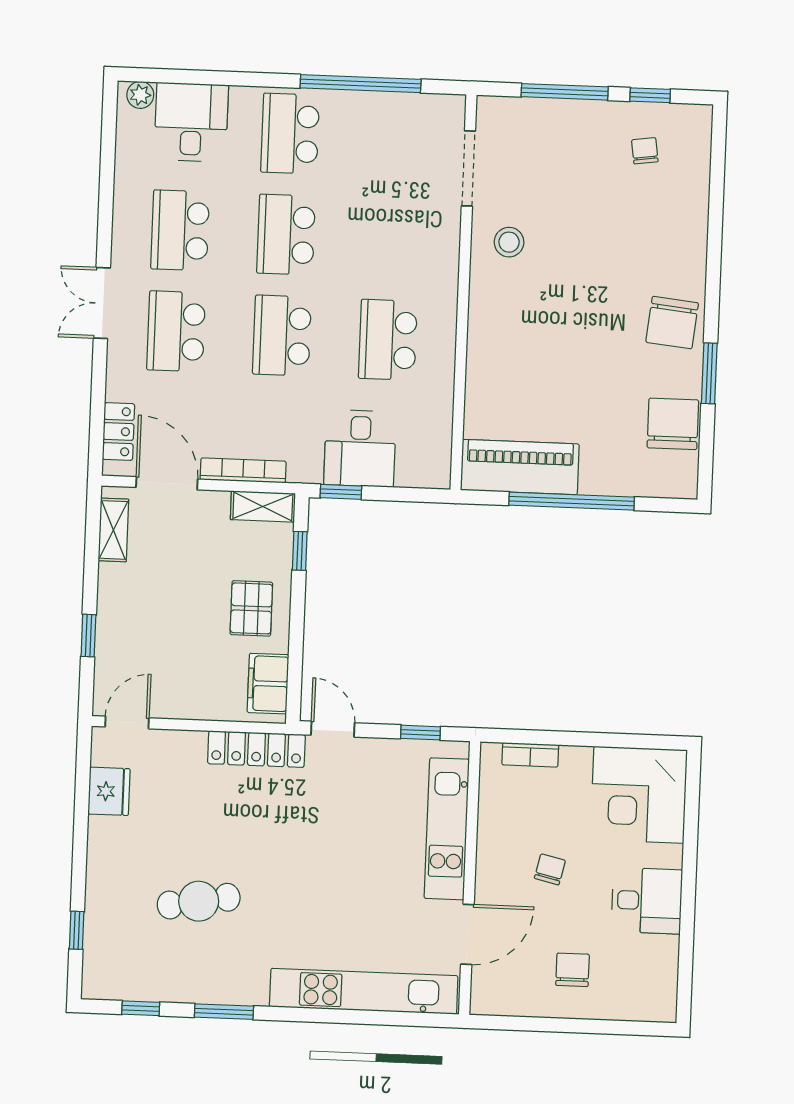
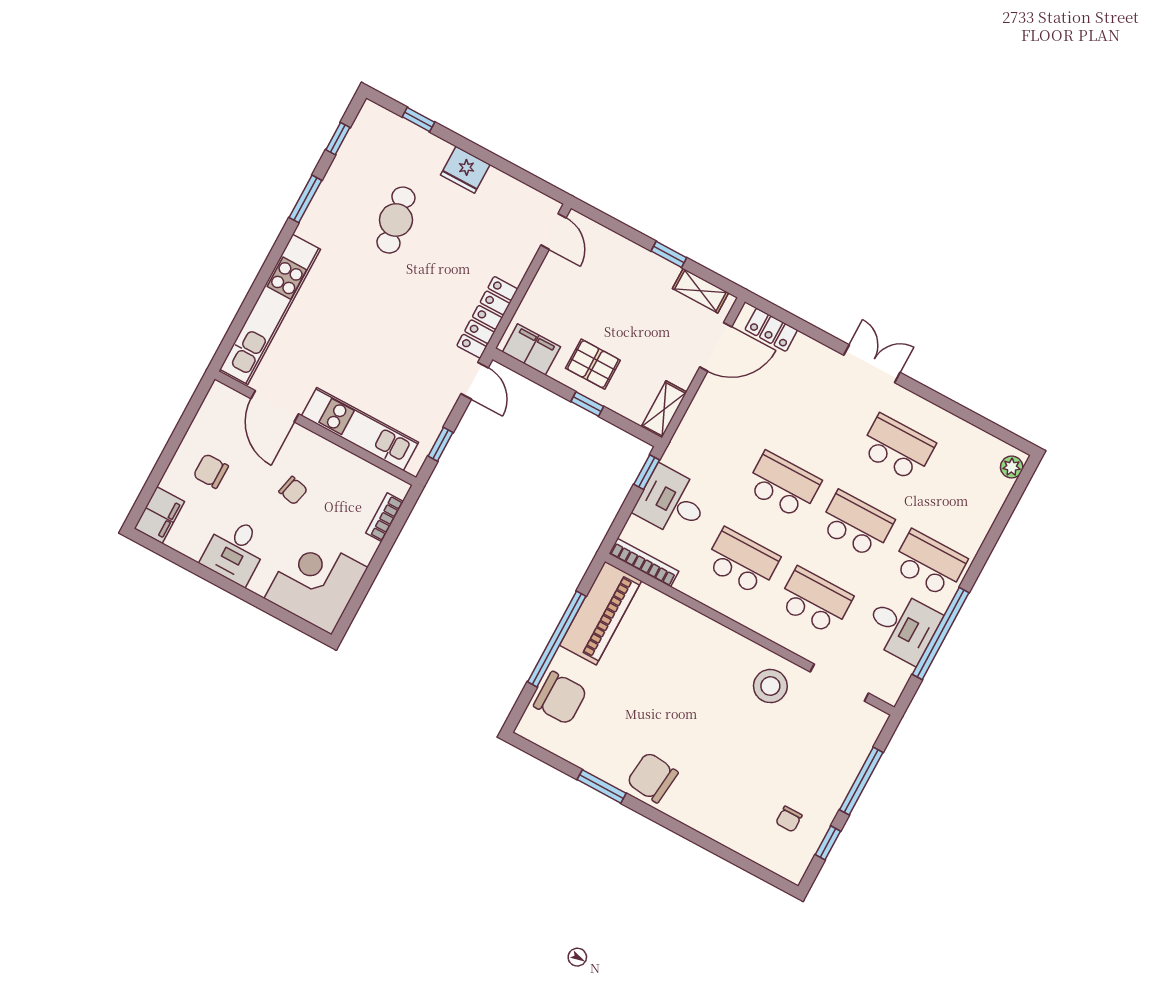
desk: (191, 122) -> (902, 626), moved
chair: (645, 151) -> (789, 819), turned 98
stool: (509, 242) -> (770, 686), width x1.38, depth x1.38
school desk: (176, 331) -> (815, 601), moved
chair: (673, 424) -> (560, 698), moved
bookcase: (243, 470) -> (644, 563), moved, turned -90
window: (300, 551) -> (587, 404), moved
window: (88, 636) -> (669, 254), moved
door: (333, 729) -> (475, 381), hinge flipped
fridge: (109, 791) -> (465, 170), moved
chair: (573, 970) -> (211, 471), turned 180
filing cabinet: (648, 1003) -> (159, 515), added

